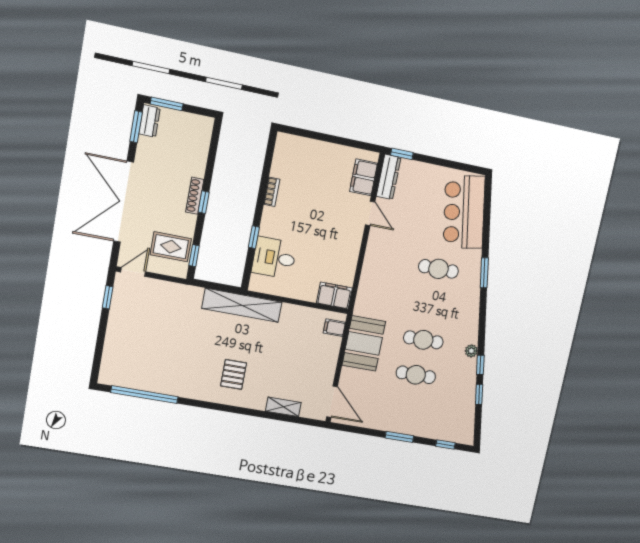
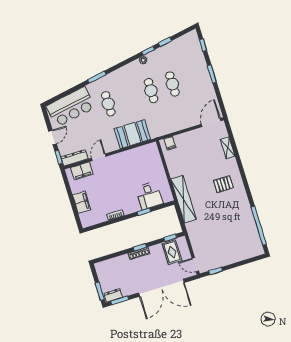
door: (435, 161) -> (53, 137), added
filing cabinet: (334, 296) -> (82, 202), moved, turned 180
booth: (364, 343) -> (132, 134), moved

